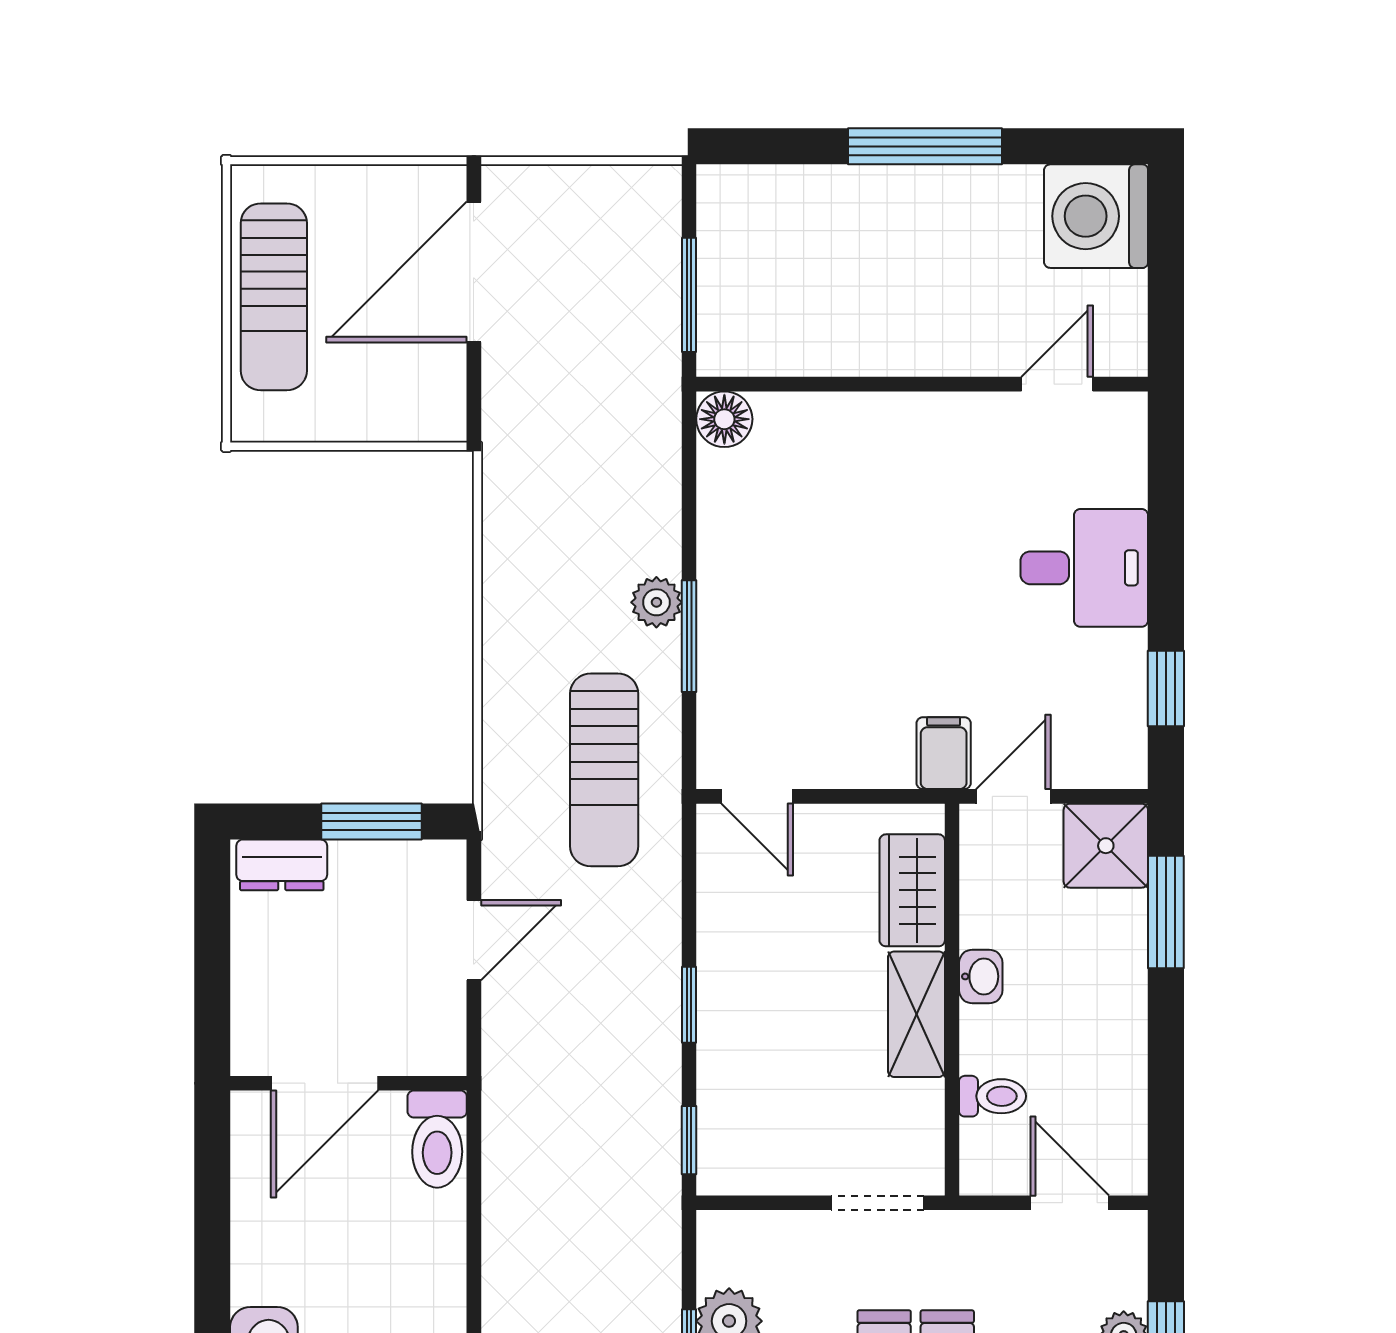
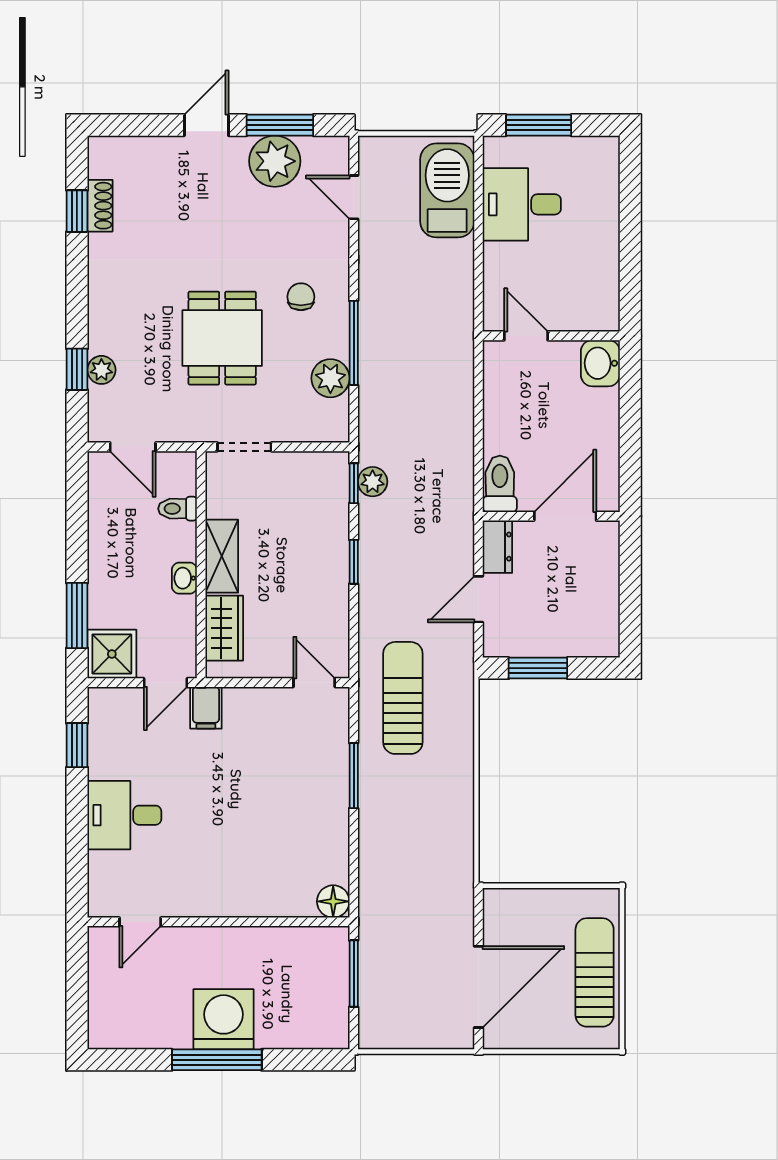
washing machine: (1096, 216) -> (224, 1019), moved, turned -90
plant: (656, 602) -> (373, 482), moved
dresser: (282, 865) -> (497, 547), moved, turned 90

